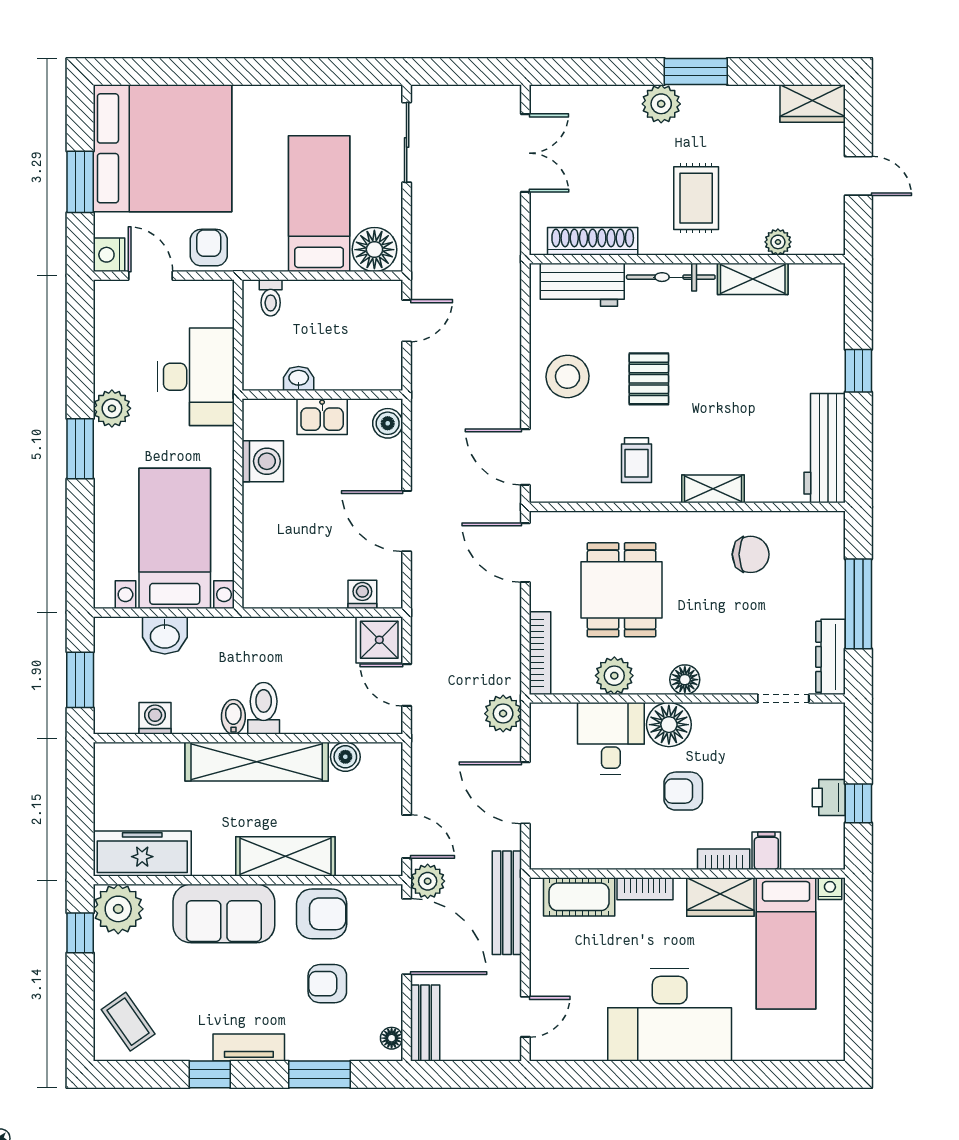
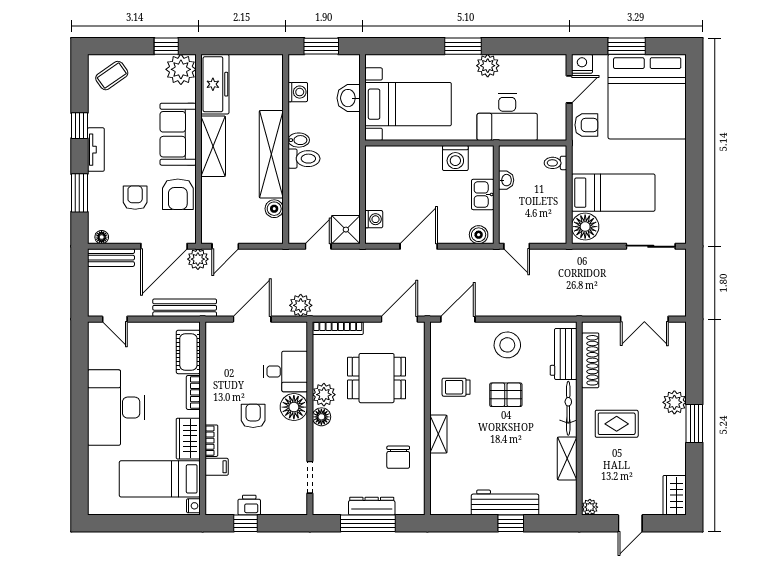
plant: (778, 242) -> (590, 507), moved
door: (407, 321) -> (517, 246), moved
workbench: (825, 448) -> (505, 503), moved
dresser: (831, 657) -> (372, 506), moved
plant: (614, 676) -> (324, 395), moved
shelving: (285, 856) -> (213, 146), moved

